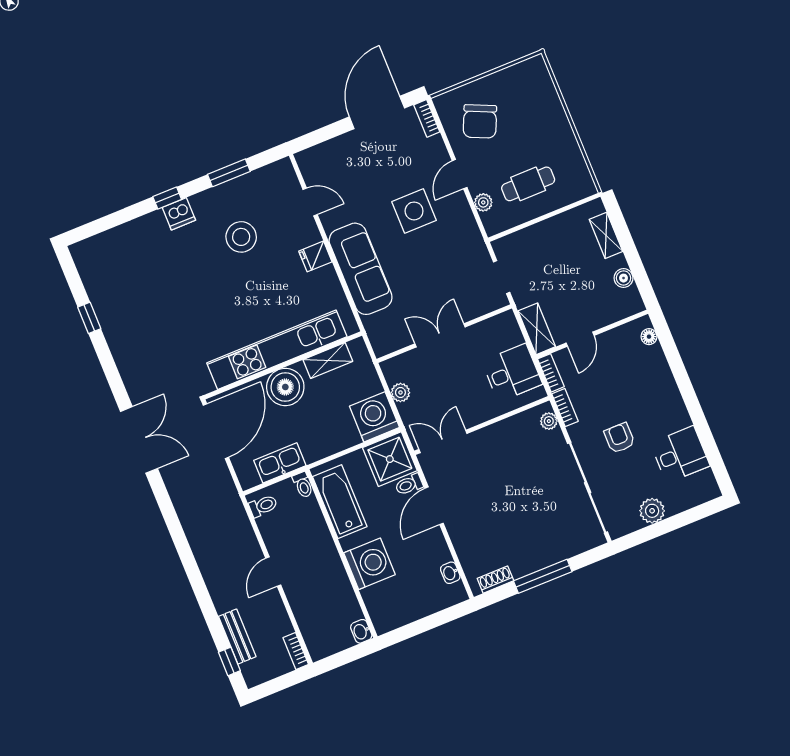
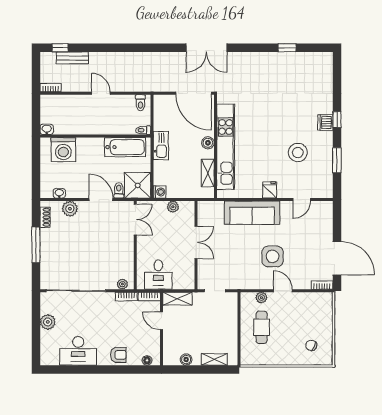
chair: (480, 121) -> (311, 345), moved, width x0.54, depth x0.54
boiler: (285, 387) -> (208, 143), width x0.54, depth x0.54
washing machine: (374, 417) -> (160, 192), width x0.53, depth x0.53
armchair: (619, 438) -> (118, 355), moved
desk: (680, 454) -> (78, 351), width x1.37
kitchen sink: (280, 463) -> (161, 146), moved
plant: (467, 547) -> (70, 209), added
washing machine: (369, 564) -> (63, 150), moved

